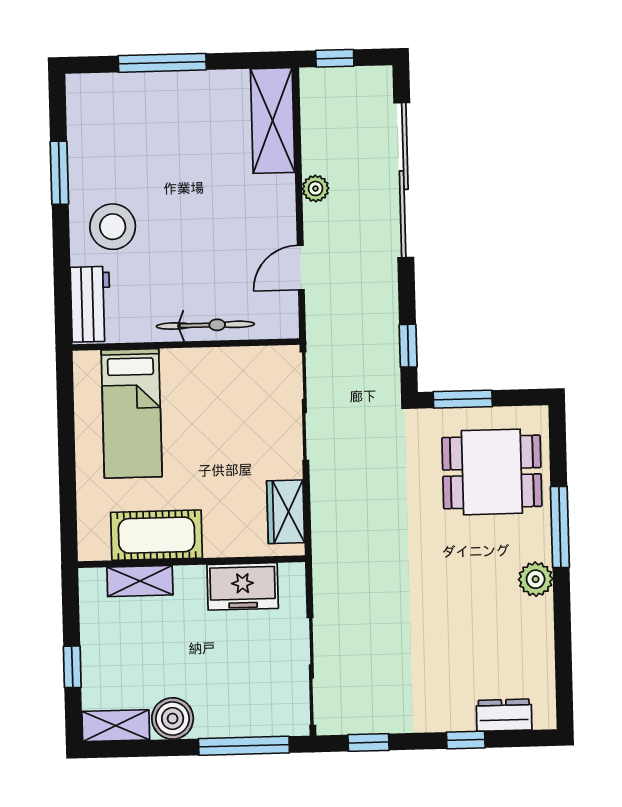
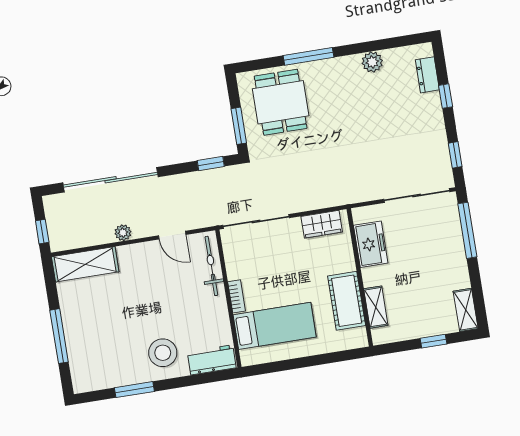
bicycle: (205, 325) -> (211, 266), moved
bookcase: (188, 358) -> (237, 296), added
plant: (536, 579) -> (372, 62), moved
boiler: (173, 718) -> (457, 276), removed

